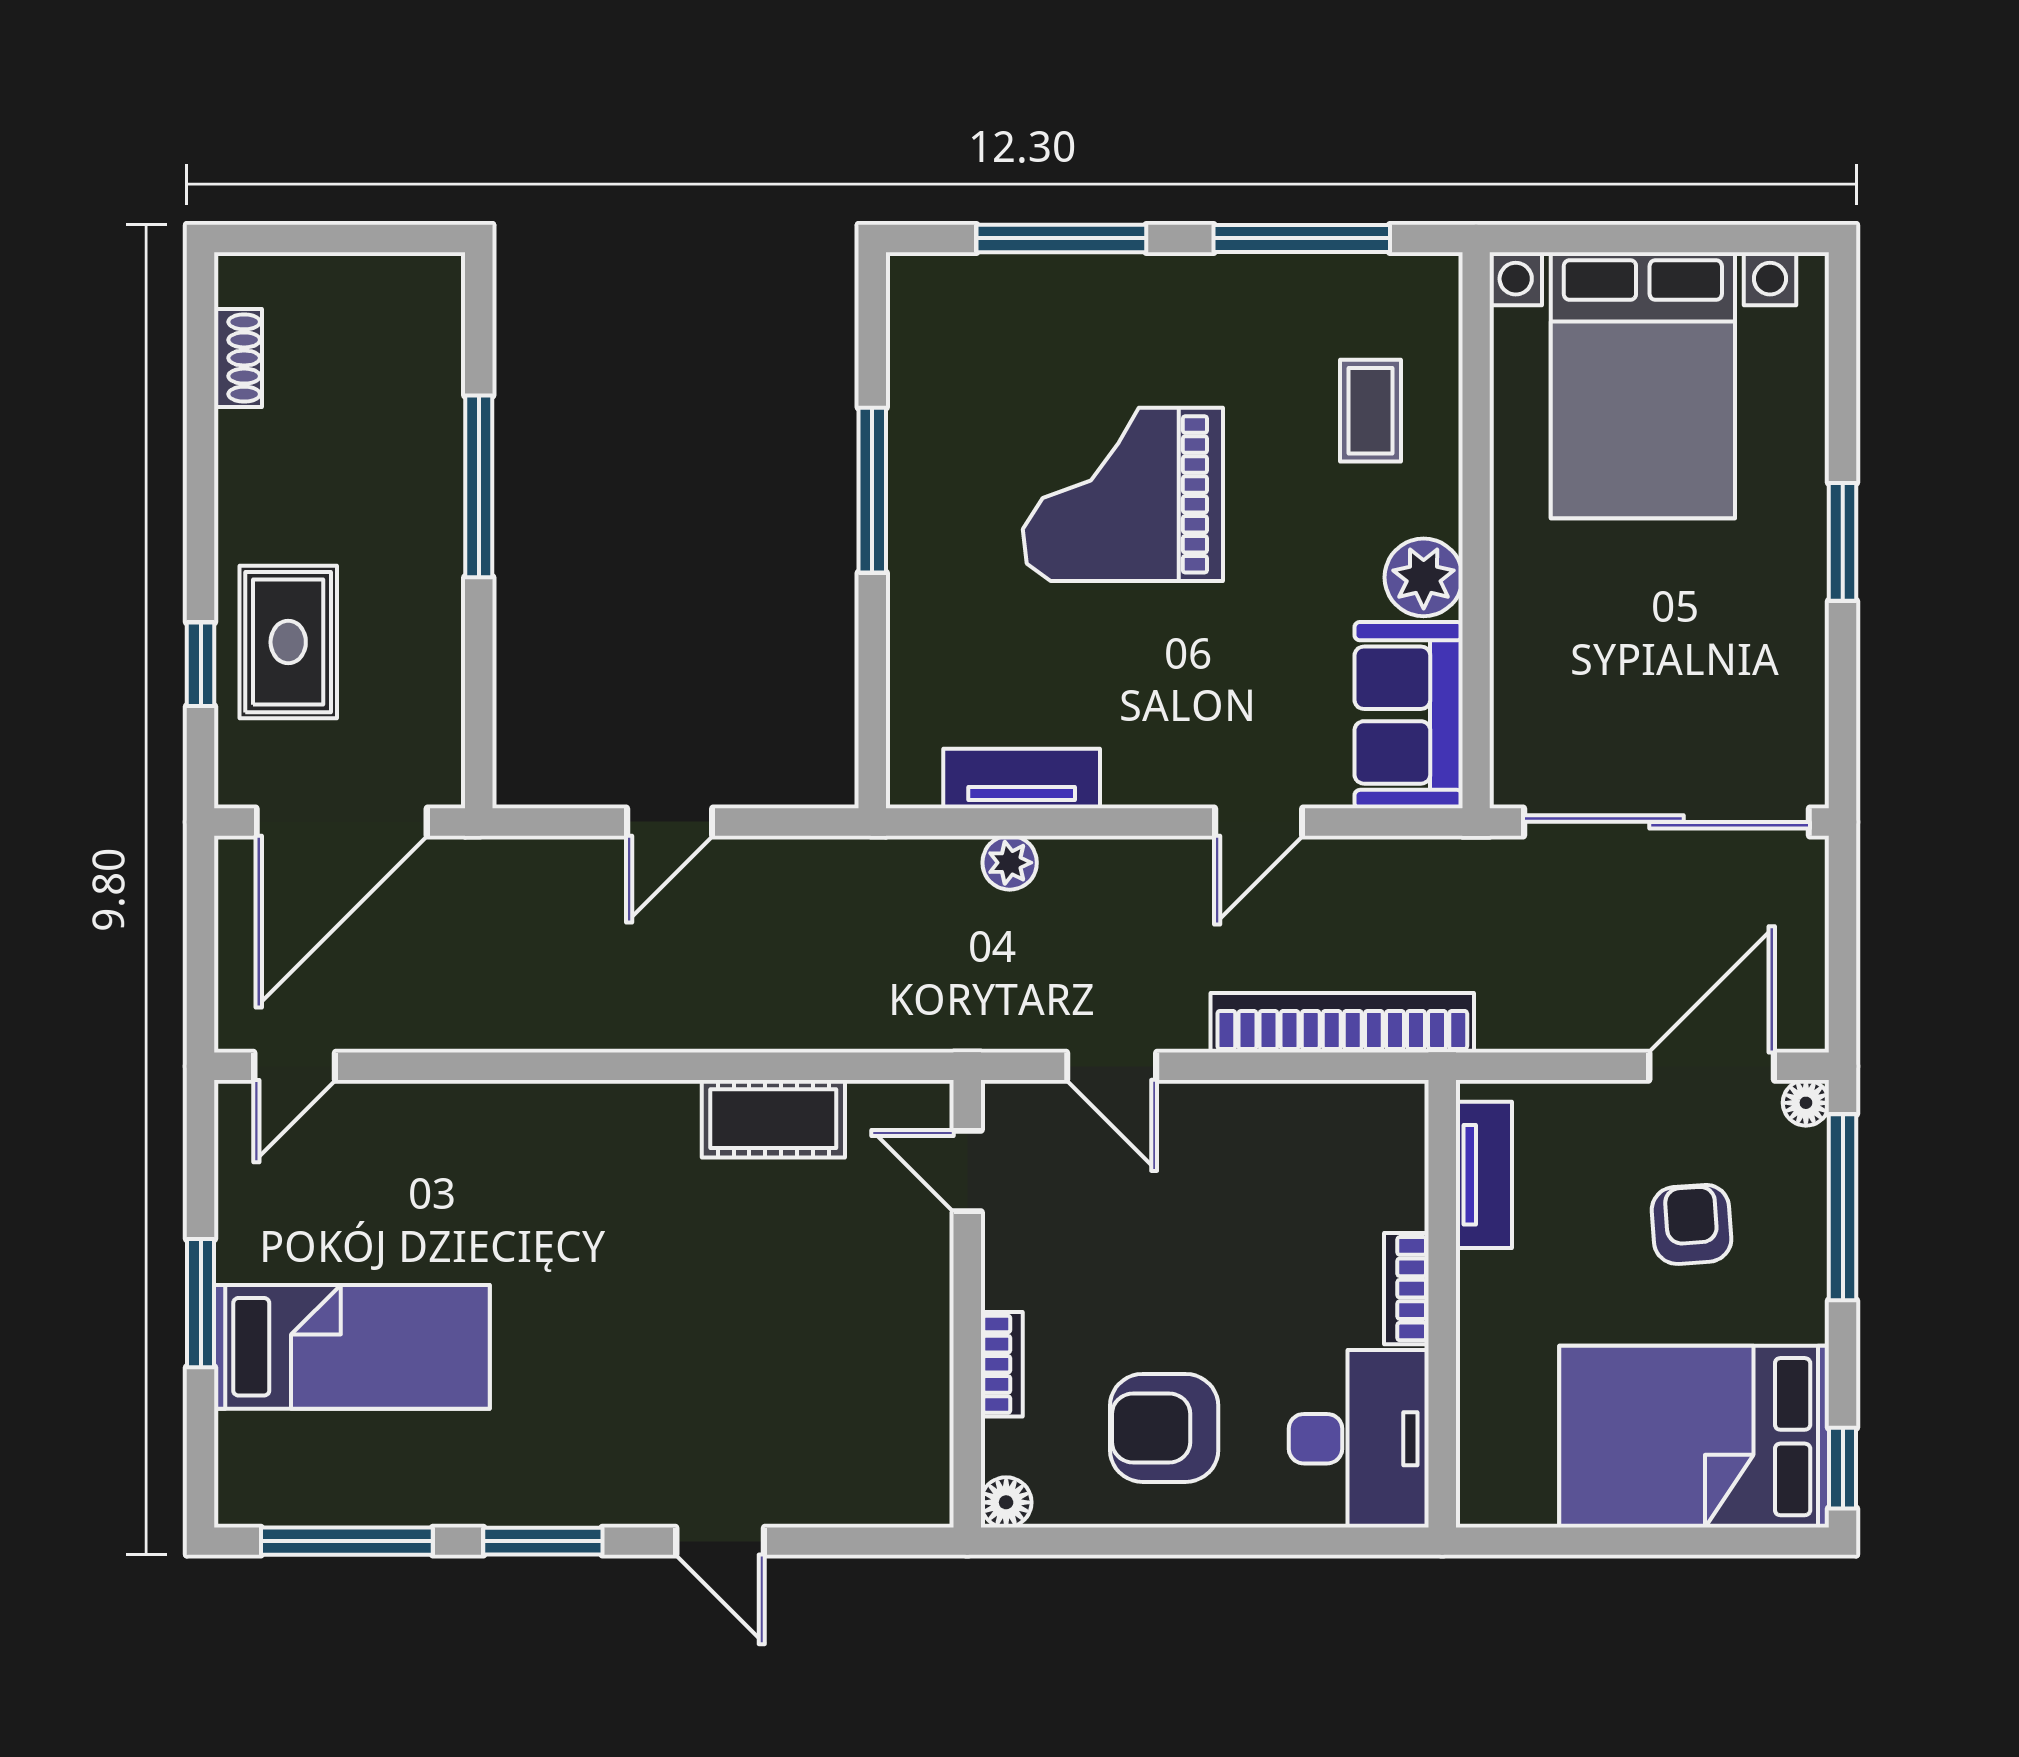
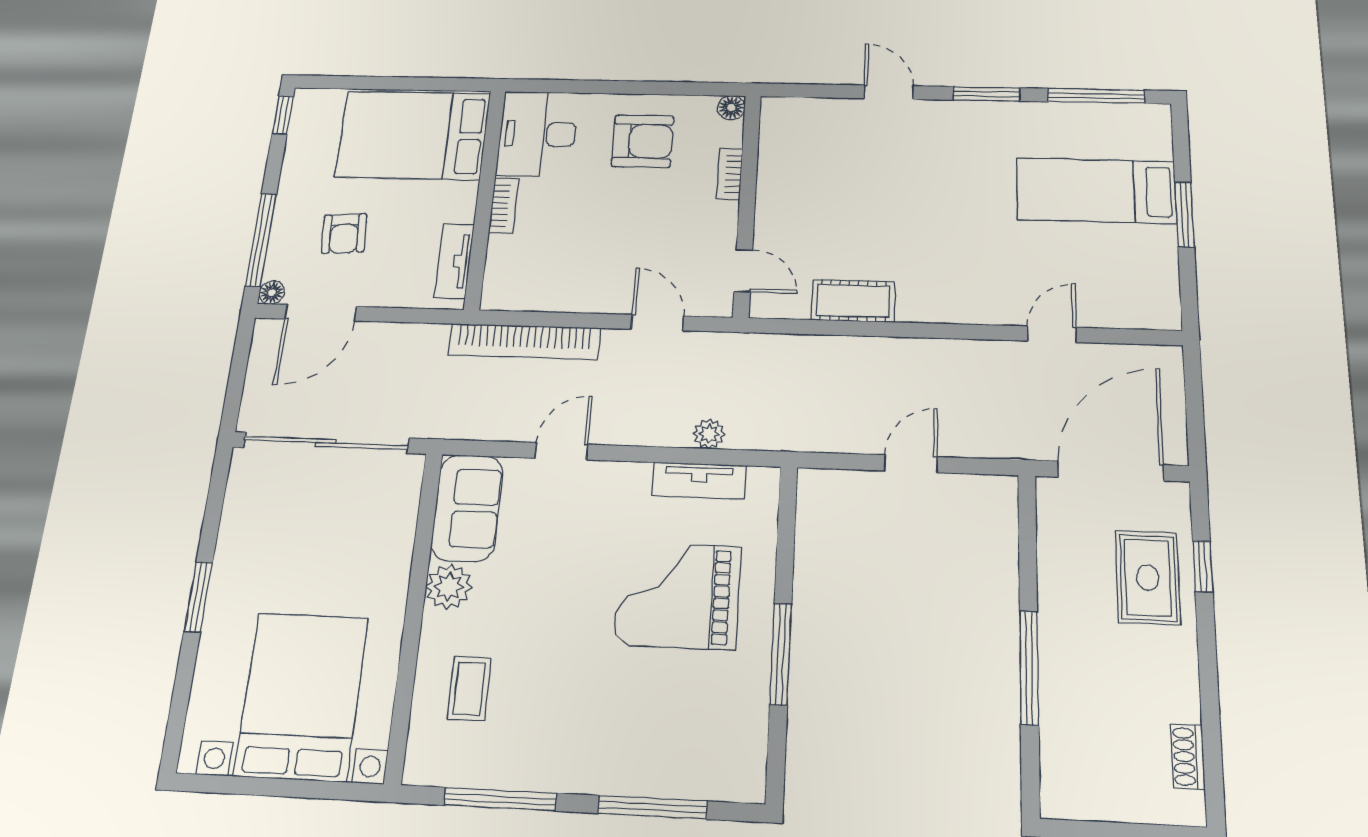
grand piano: (1123, 494) -> (677, 595), moved, turned 180
door: (295, 1066) -> (1052, 334), moved
bed: (1694, 1437) -> (413, 135), moved, turned 180

